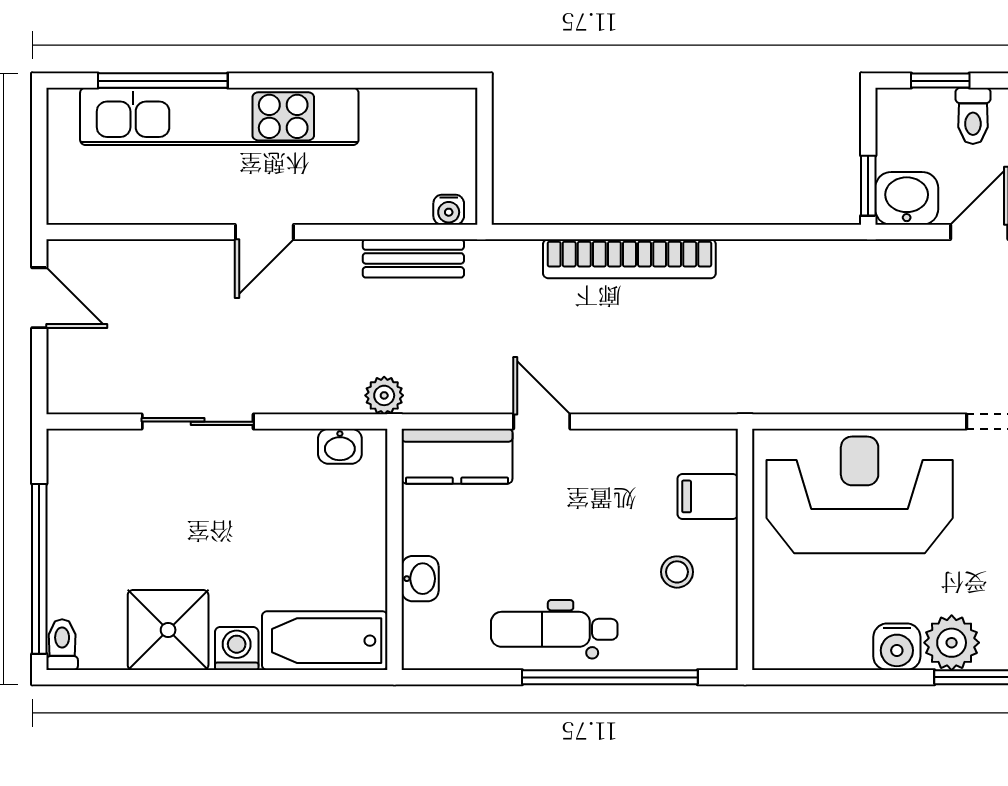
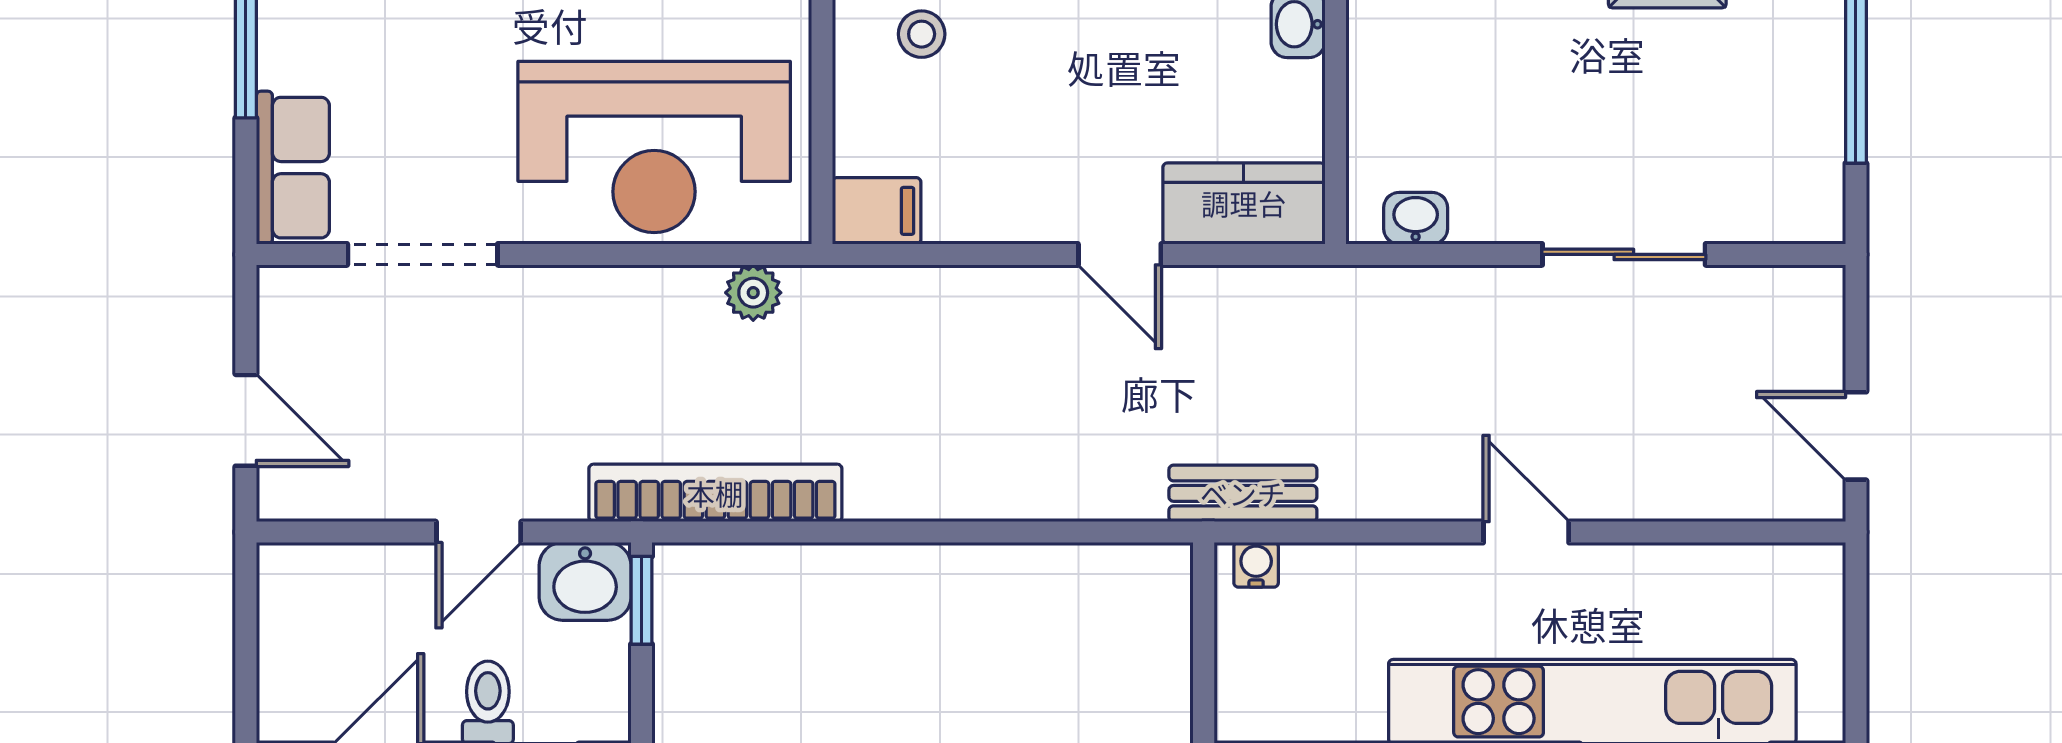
door: (264, 232) -> (1526, 532), hinge flipped
bench: (413, 258) -> (1243, 493), moved
bookcase: (629, 259) -> (715, 493), moved
plant: (384, 395) -> (753, 293), moved
filing cabinet: (708, 496) -> (877, 211), moved

